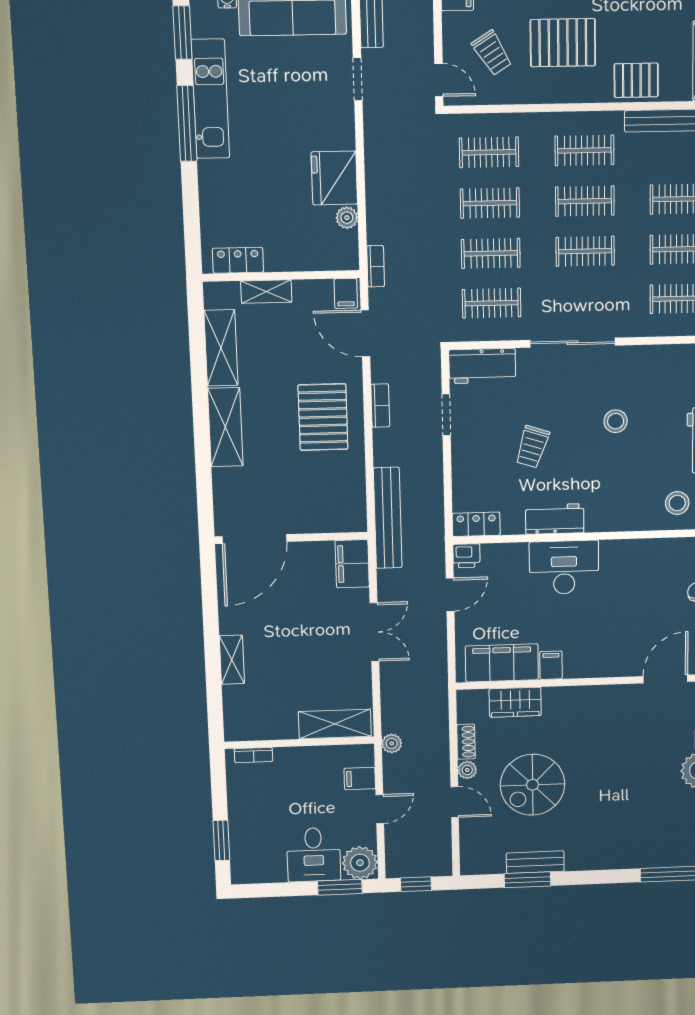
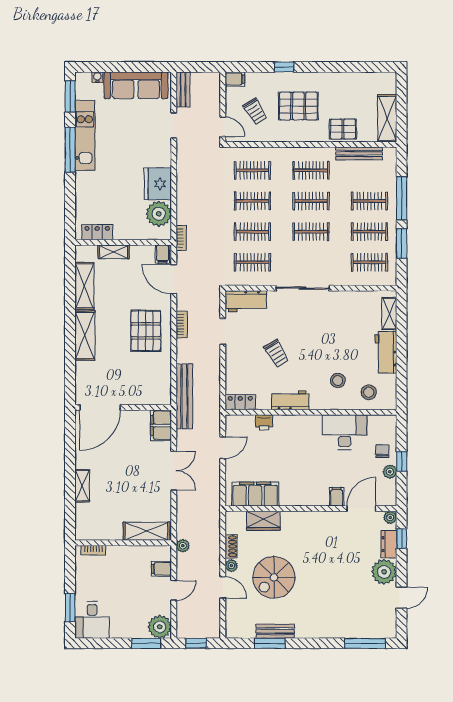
plant: (347, 218) -> (159, 214), width x1.88, depth x1.88
stool: (616, 421) -> (338, 381), moved
trolley: (532, 447) -> (277, 353), turned -49
printer: (466, 556) -> (264, 422), moved
desk: (564, 567) -> (345, 432), moved
filing cabinet: (551, 665) -> (337, 497), moved
desk: (314, 855) -> (92, 620), moved

